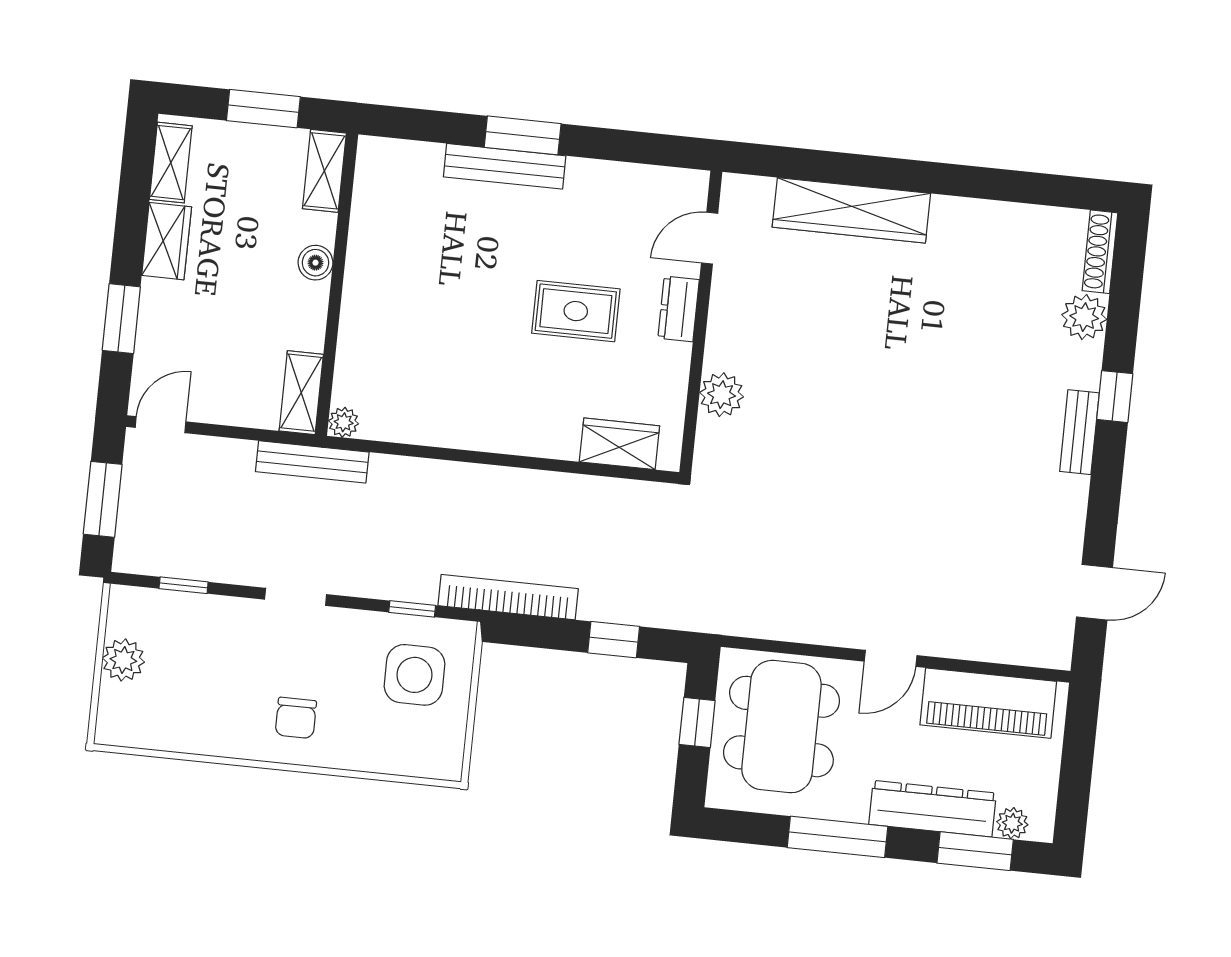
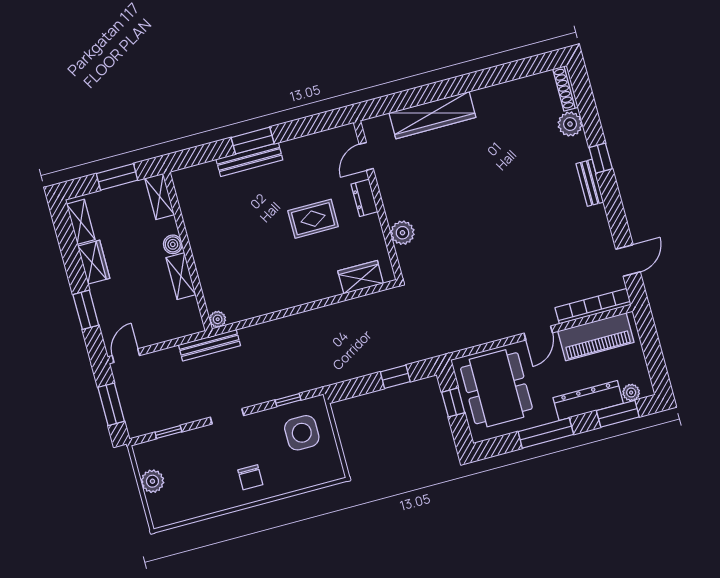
shelving: (301, 393) -> (181, 276), moved
bookcase: (508, 597) -> (593, 306), moved

